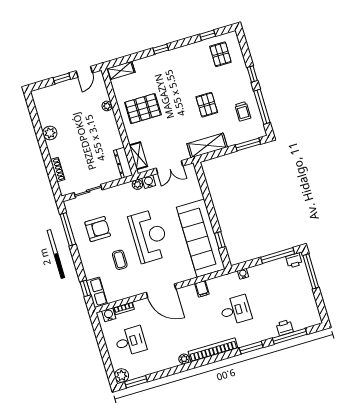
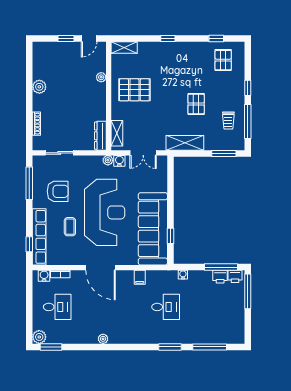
reception desk: (149, 236) -> (105, 212), width x1.36, depth x1.30
row of seats: (97, 292) -> (39, 237), width x2.02
printer: (285, 328) -> (220, 277), moved, turned 180
bookcase: (213, 350) -> (133, 338), removed

